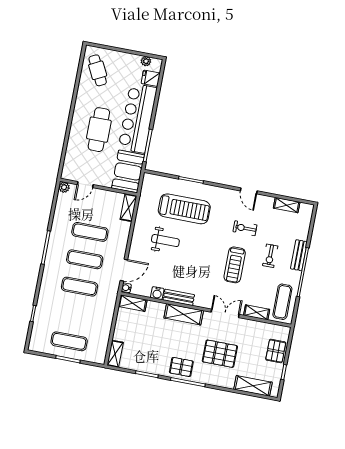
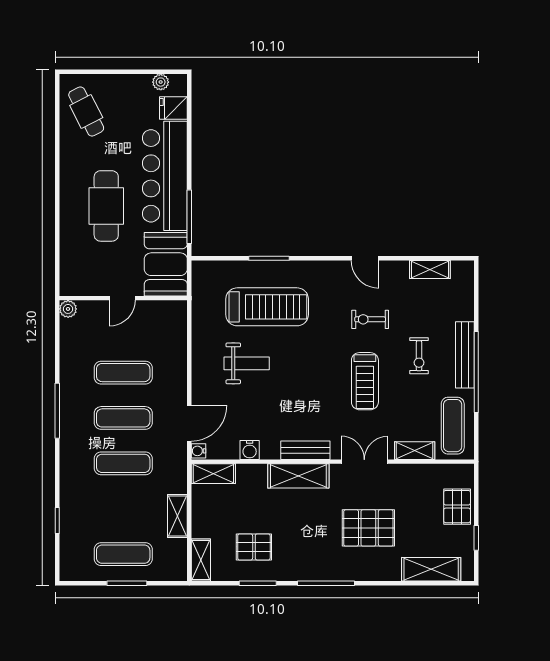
door: (85, 185) -> (122, 298), moved
shelving: (128, 208) -> (177, 516), moved
bench: (299, 255) -> (465, 355), width x1.36
bench: (179, 297) -> (305, 450), moved
pallet: (181, 367) -> (254, 547), moved

